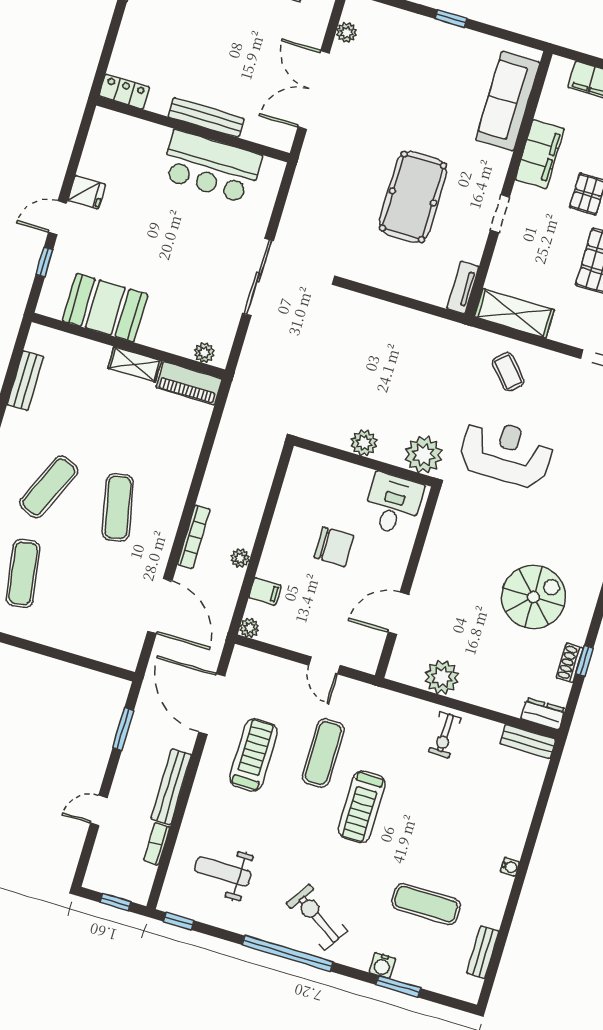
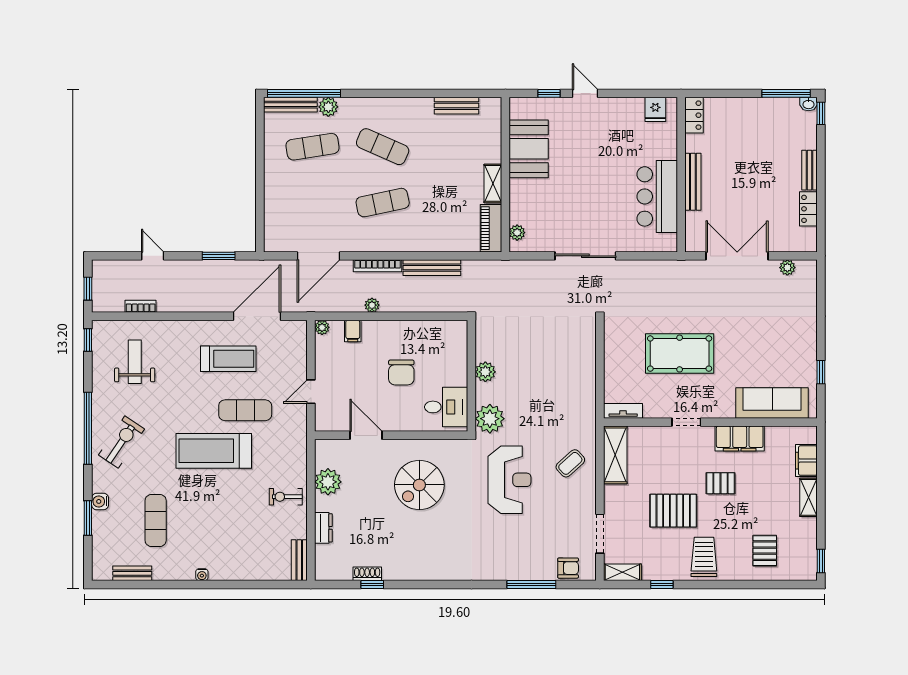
window: (451, 19) -> (821, 372), moved
fridge: (87, 192) -> (655, 109), moved
spiral stairs: (534, 597) -> (419, 485), moved, turned 90
dresser: (543, 714) -> (323, 528), moved
bench: (171, 787) -> (432, 268), moved
treadmill: (362, 807) -> (214, 451), width x1.37, depth x1.38

